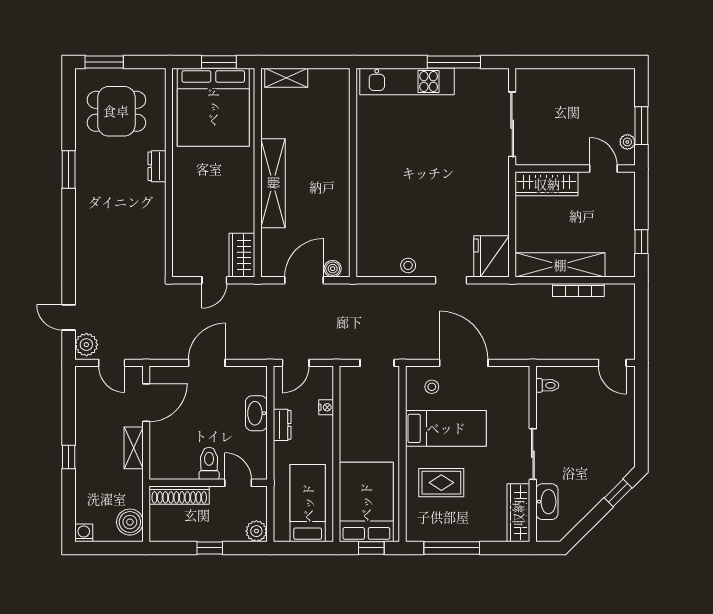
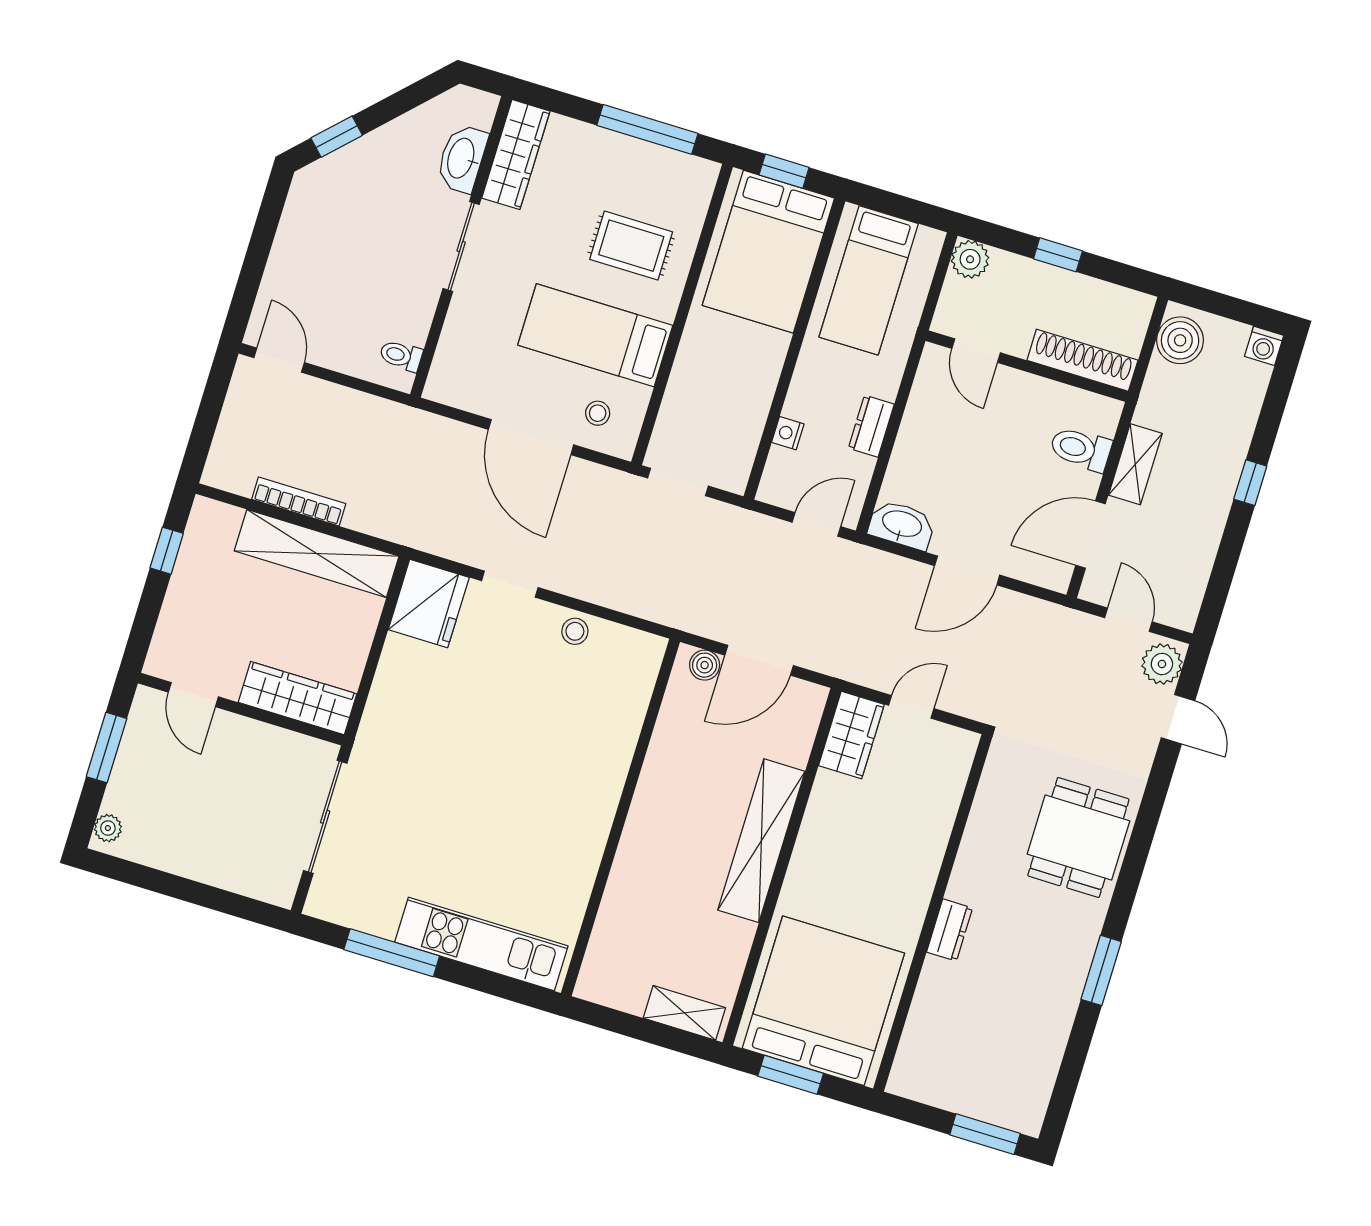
dining table: (116, 111) -> (1078, 837), moved, turned 90
plant: (627, 142) -> (108, 828), moved
washbasin: (256, 413) -> (902, 525), moved, turned -90
toilet: (209, 463) -> (1081, 449), moved, turned 90

